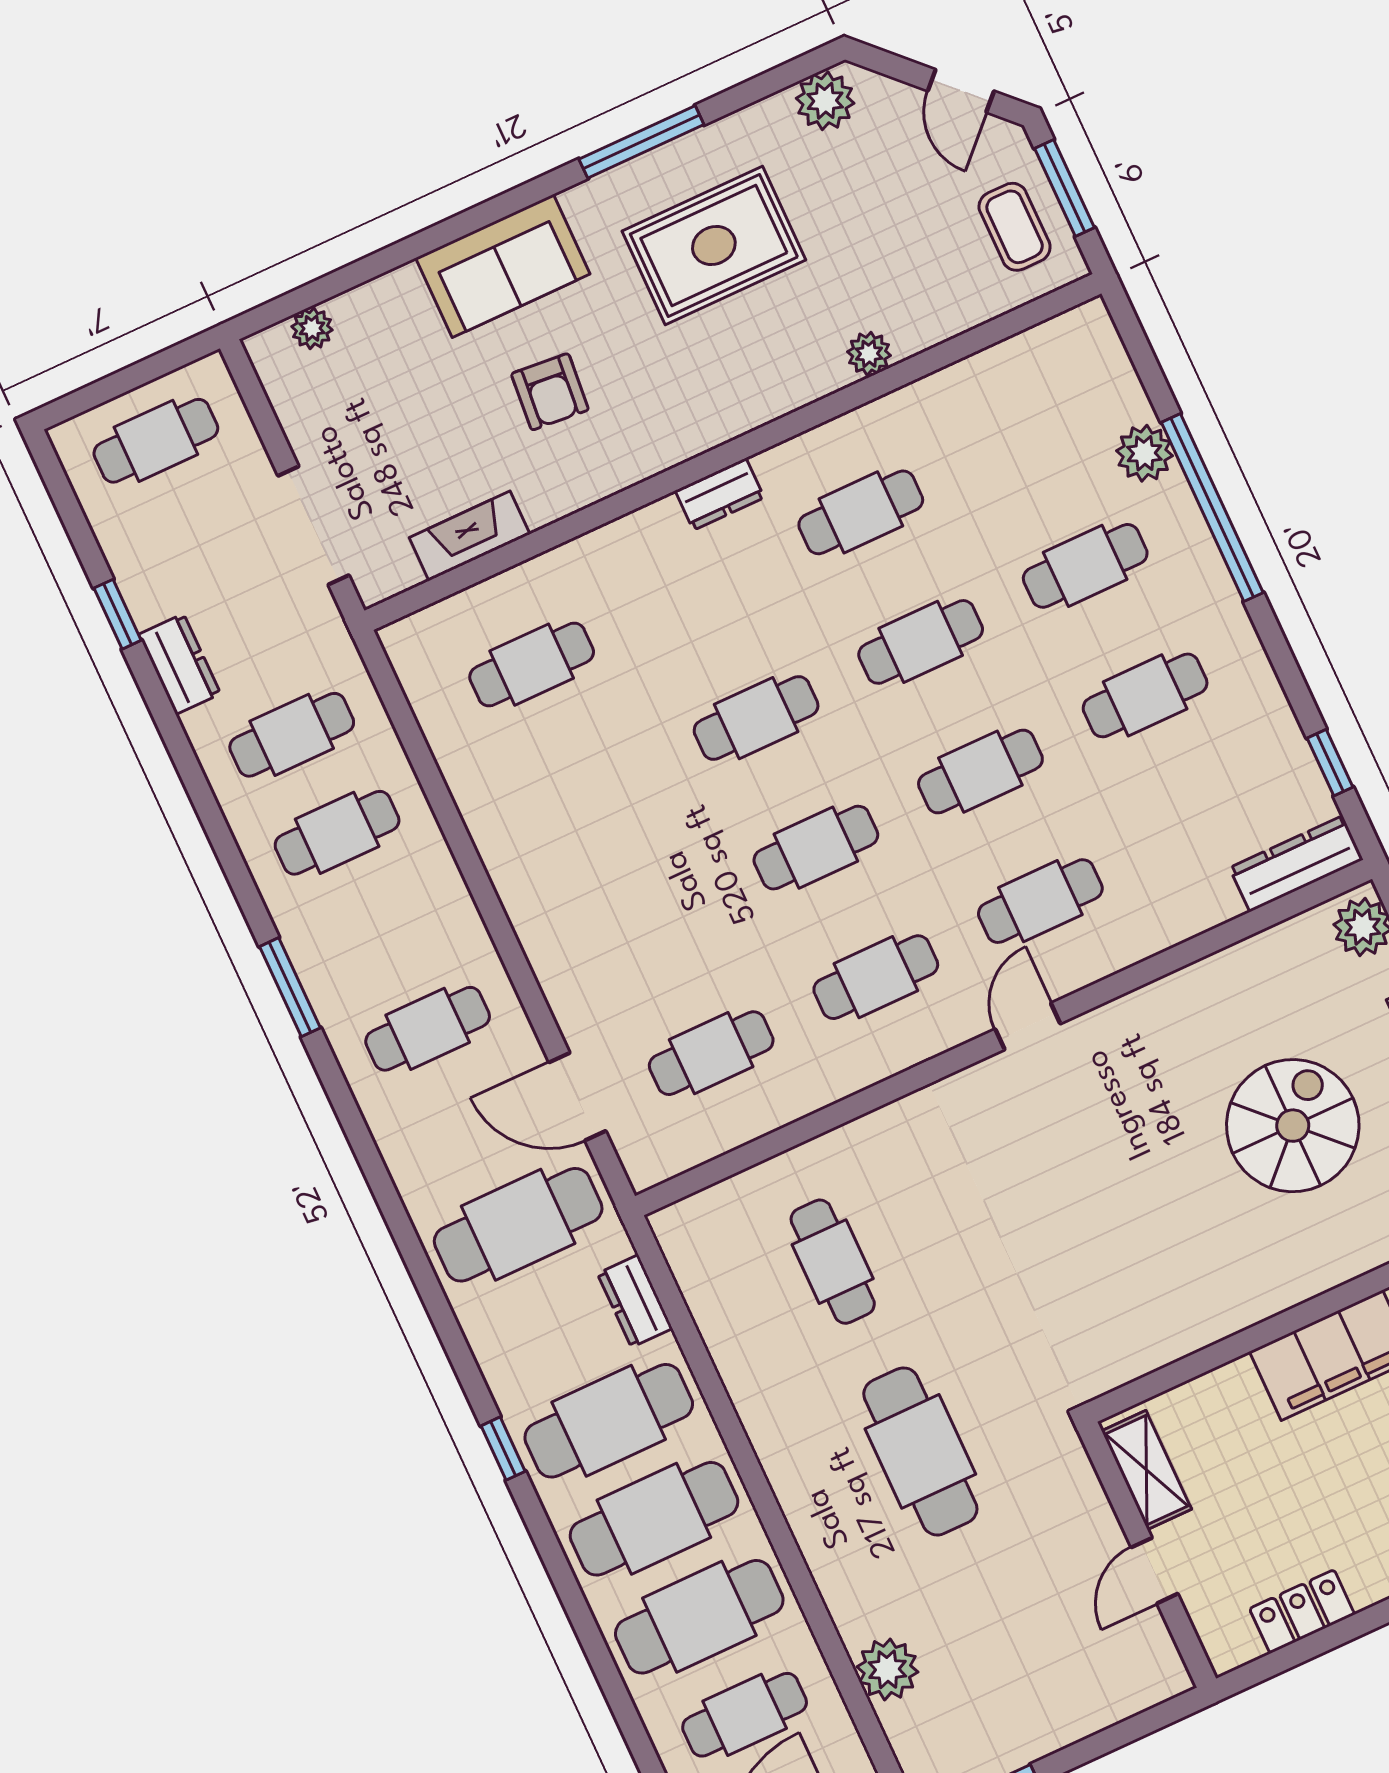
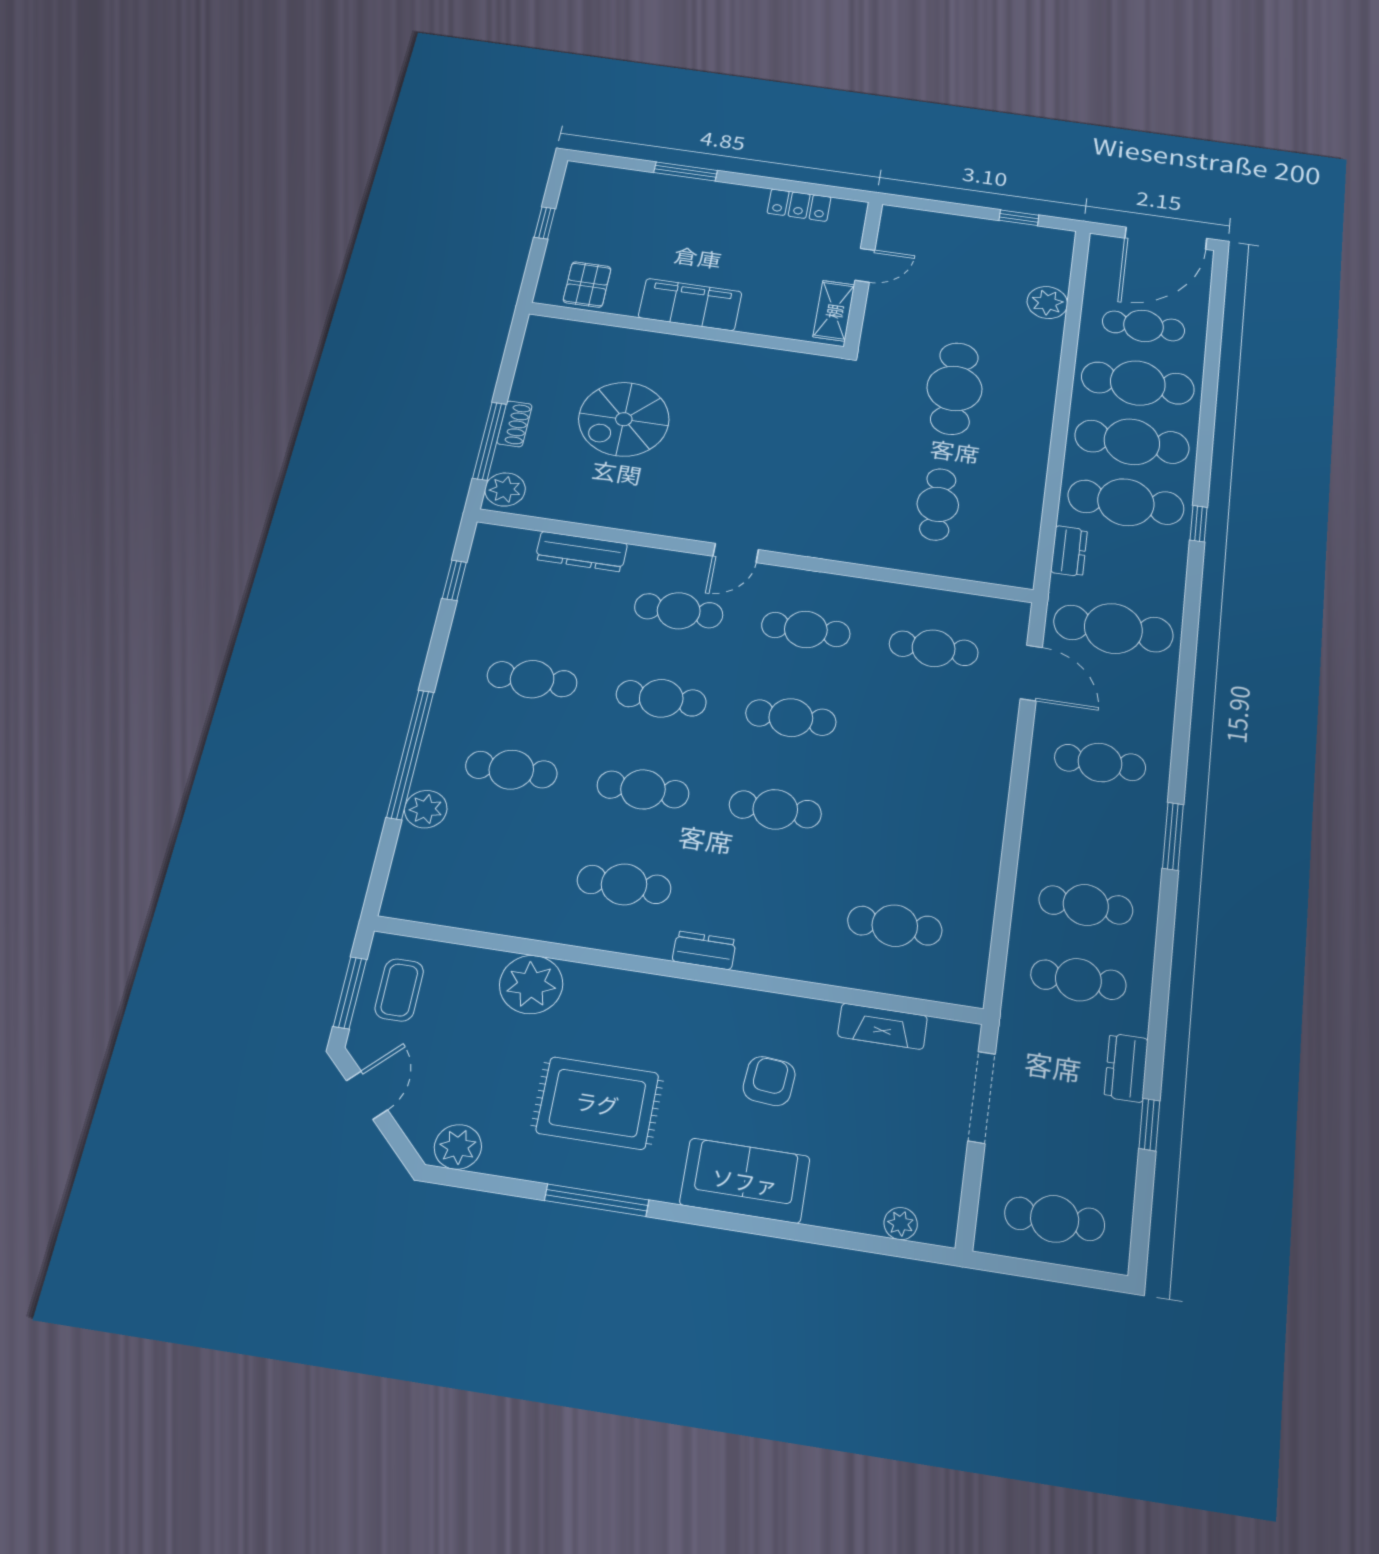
plant: (869, 354) -> (531, 984), width x1.88, depth x1.88
dresser: (1296, 864) -> (581, 552), moved

